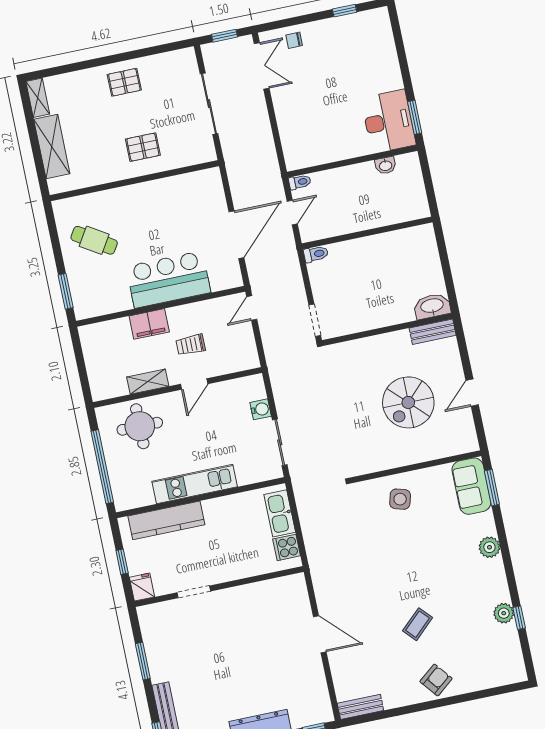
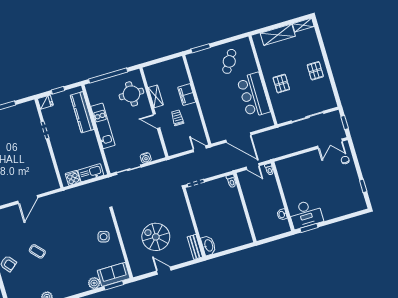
bar counter: (168, 280) -> (253, 95), moved, turned 180
plant: (489, 547) -> (94, 283), moved

